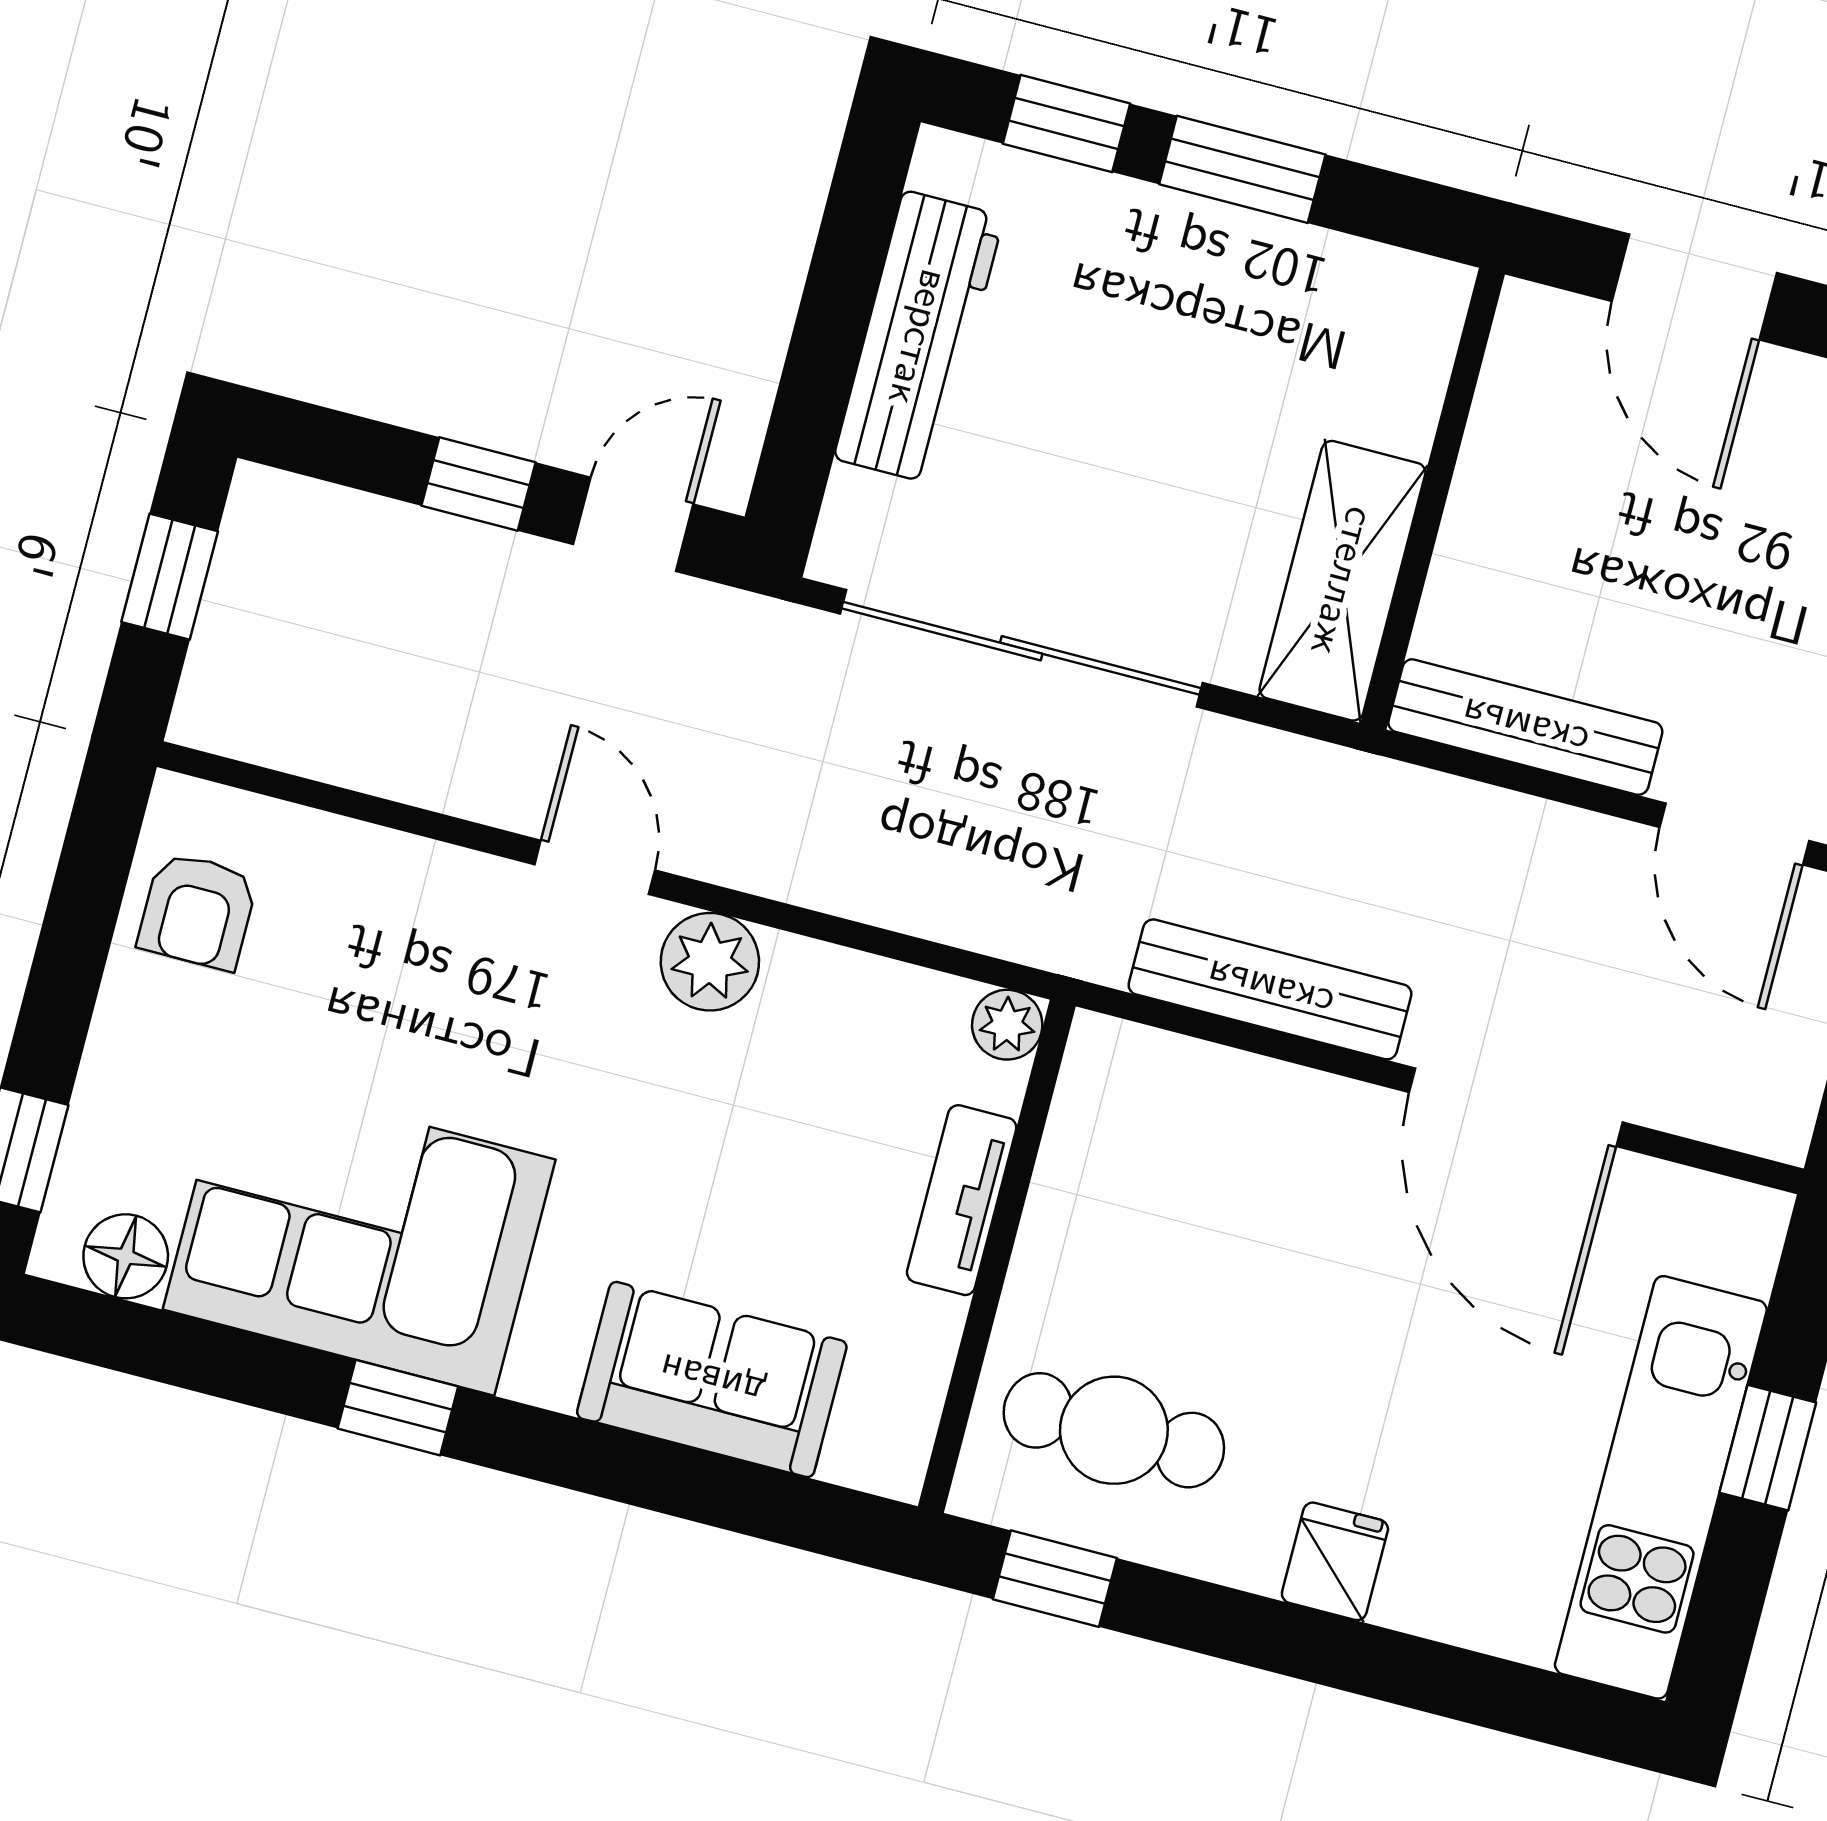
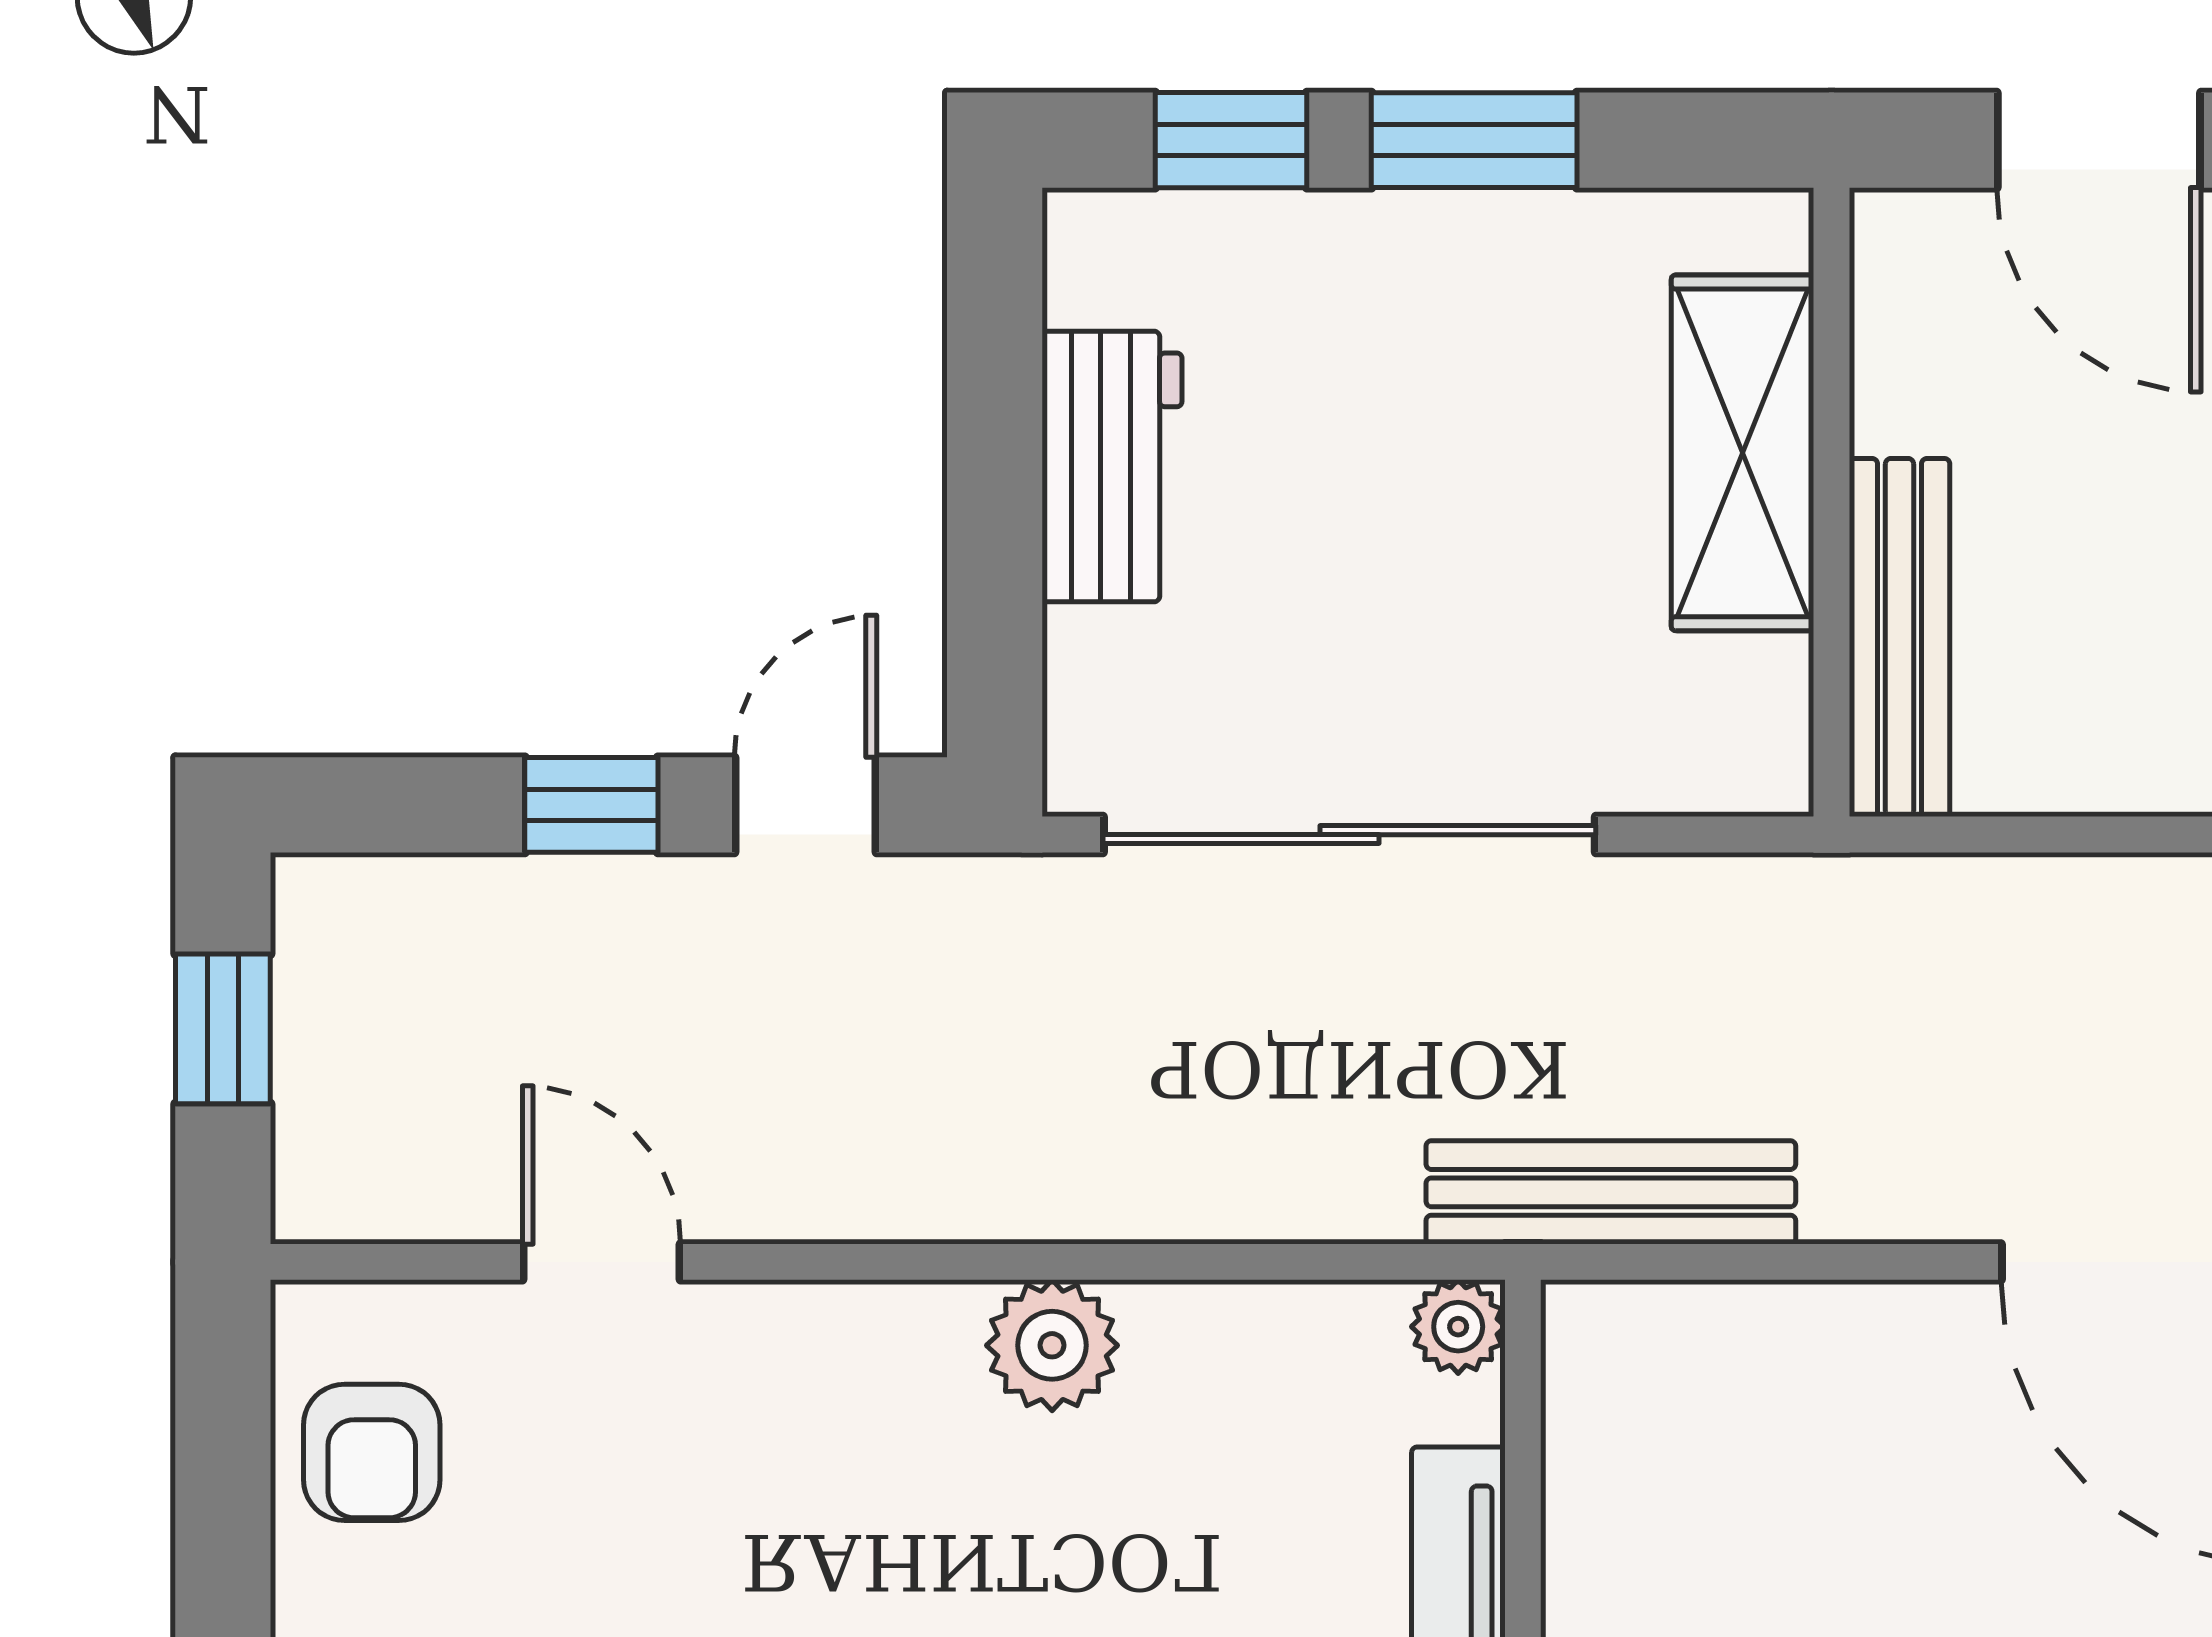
workbench: (919, 337) -> (1112, 466), width x0.73
shelving: (1343, 581) -> (1743, 453), moved
bench: (1525, 727) -> (1899, 638), moved, turned 90
door: (595, 867) -> (602, 1262), moved
bench: (1270, 989) -> (1611, 1192), moved

